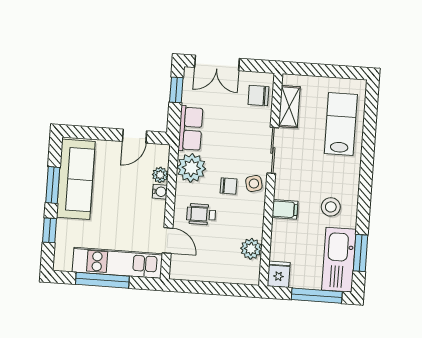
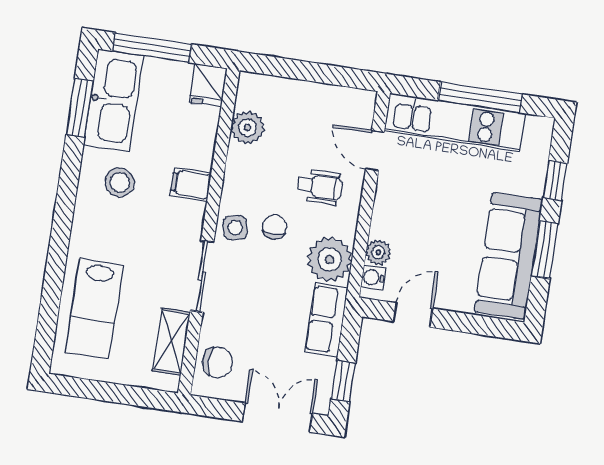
chair: (229, 186) -> (274, 227), turned 90
water cooler: (160, 192) -> (373, 278), moved

